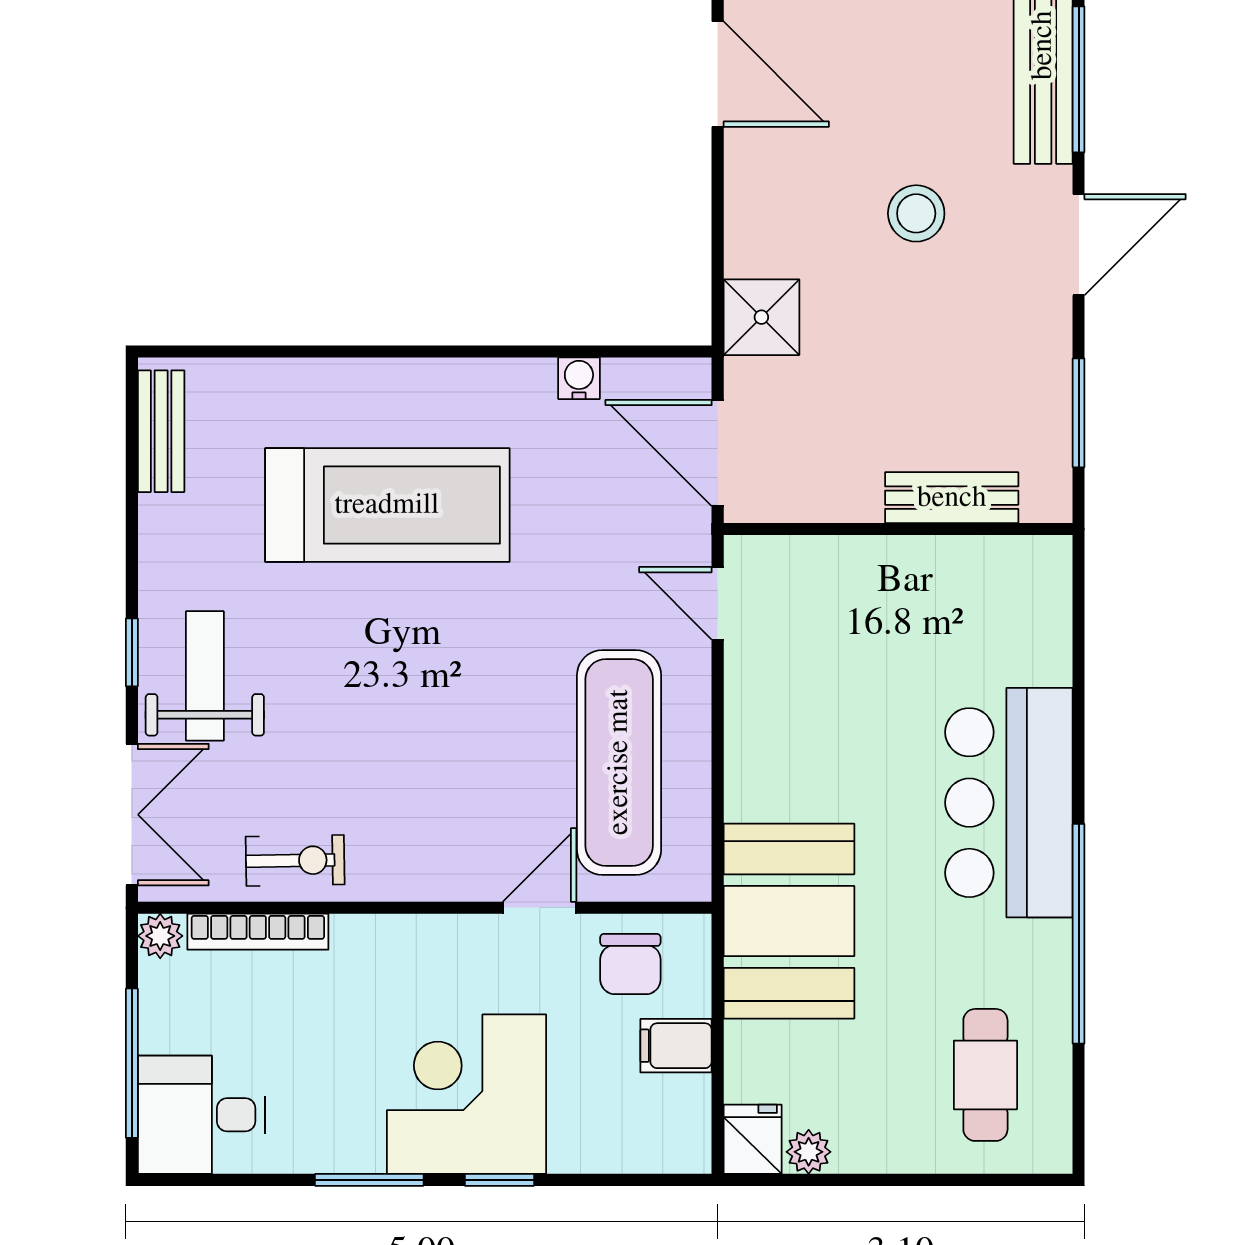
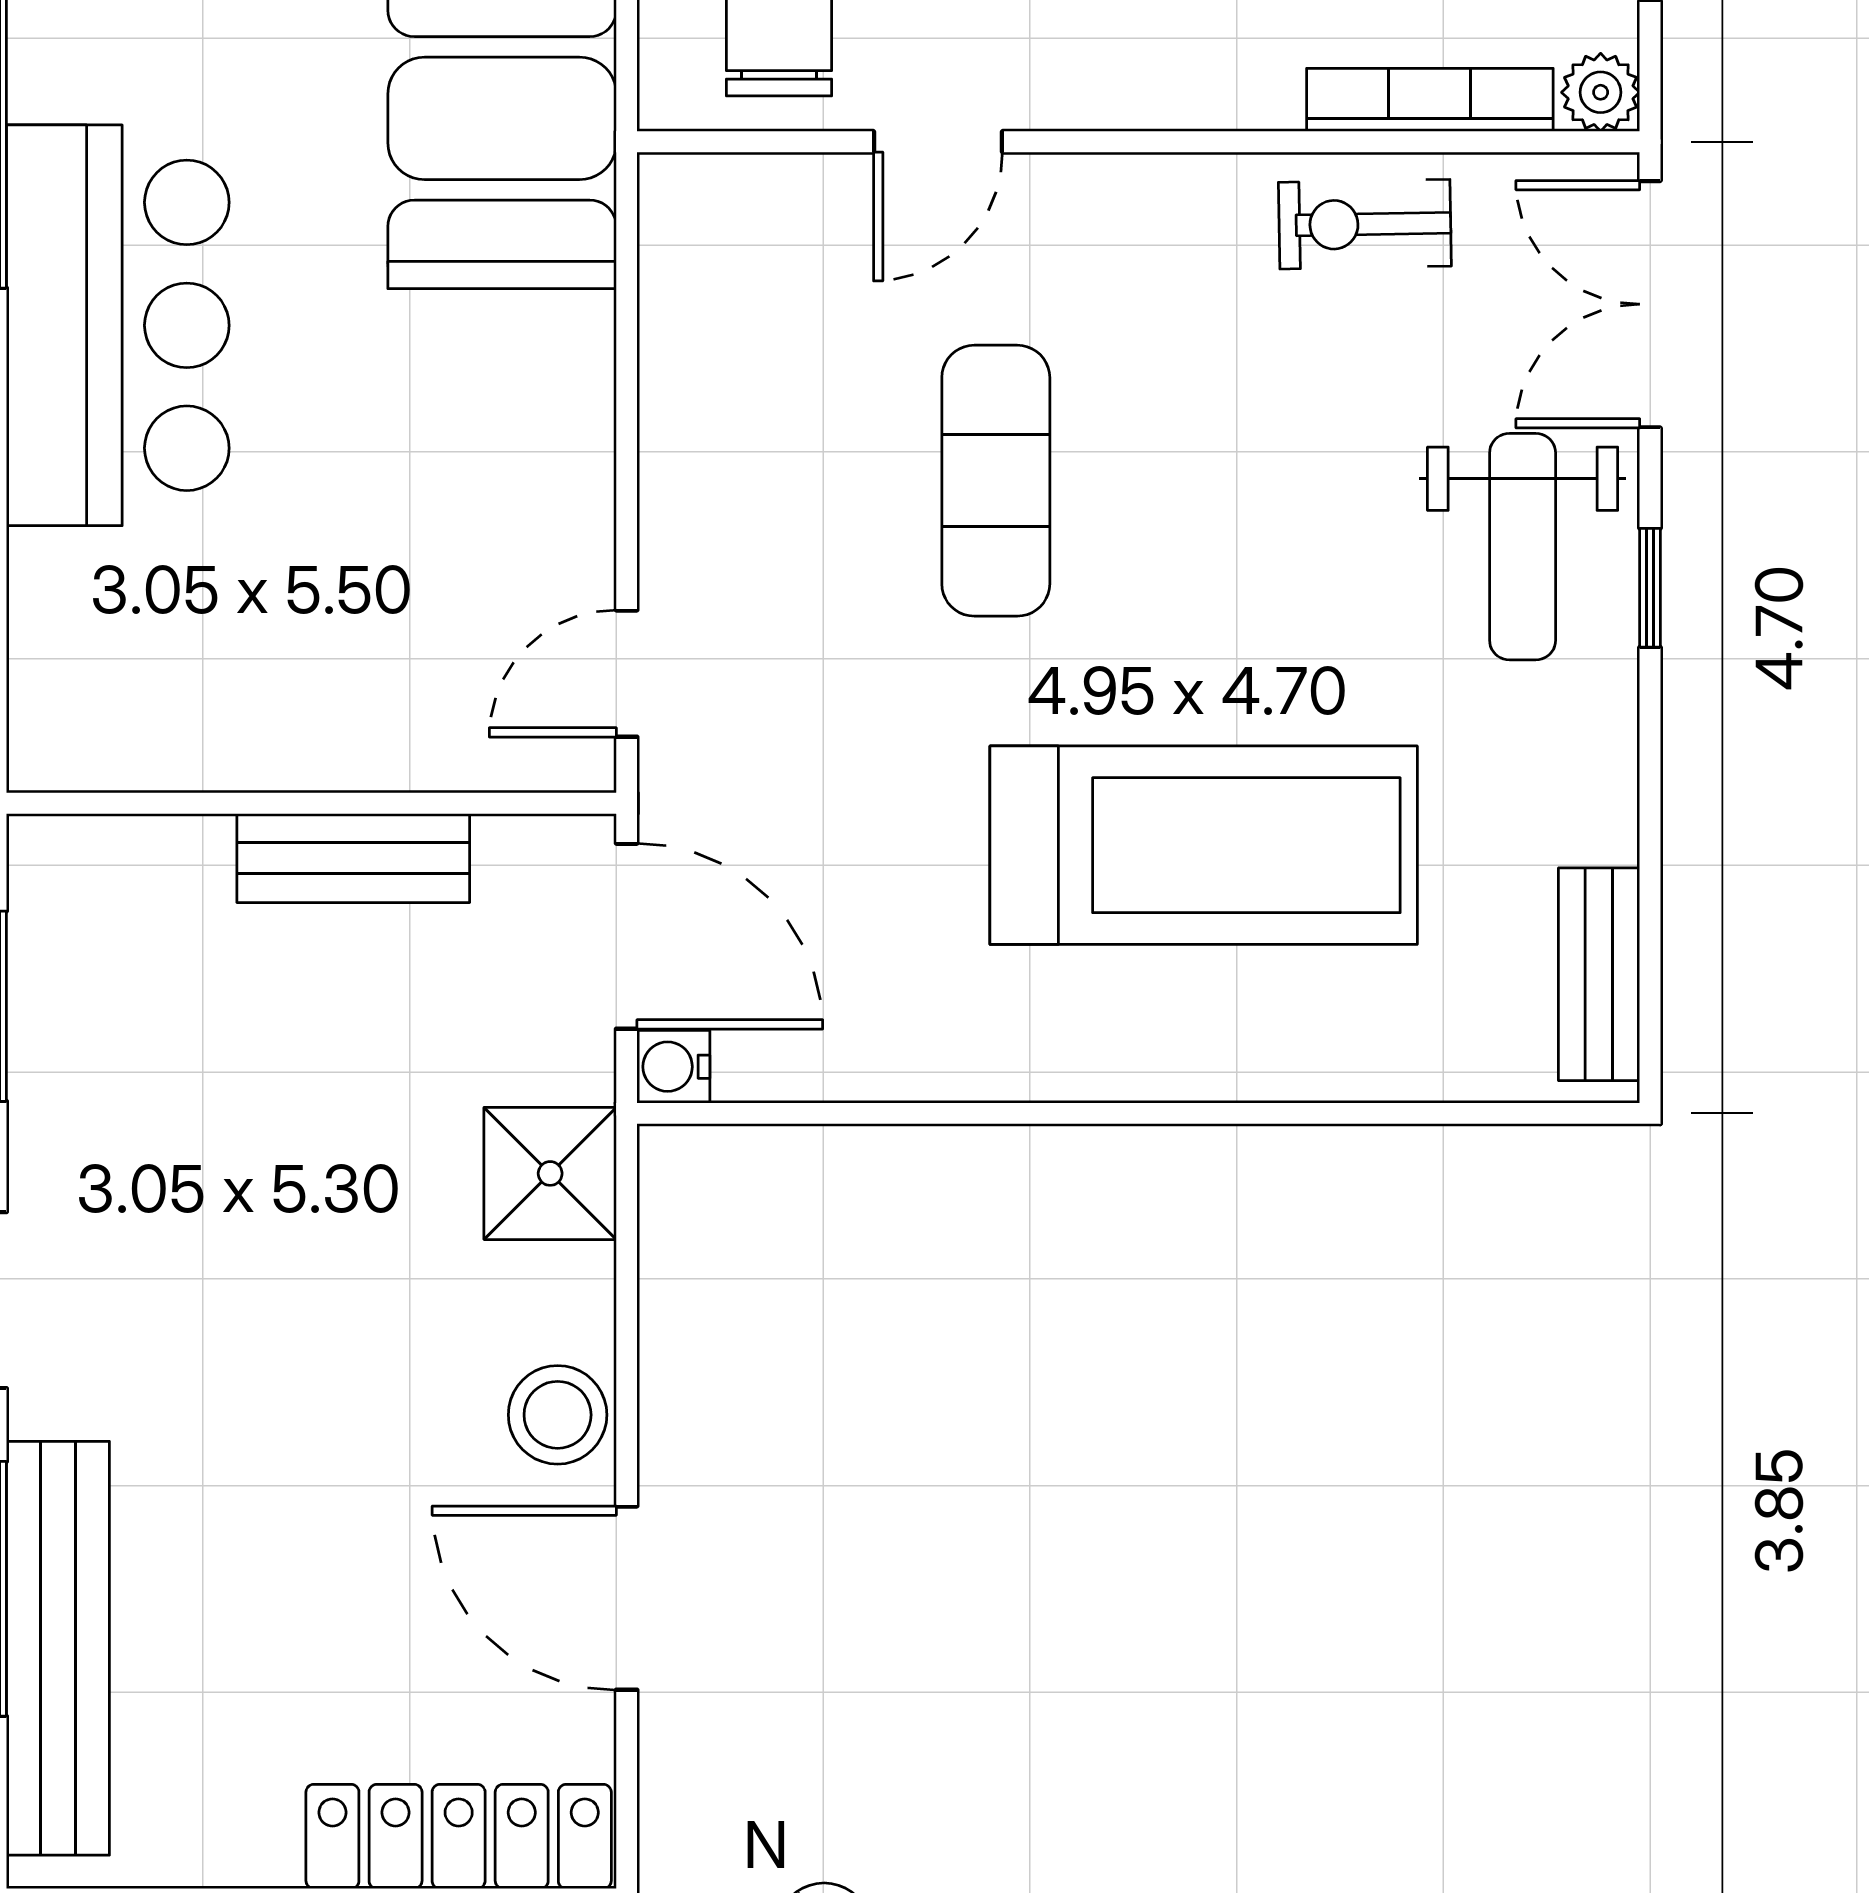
stool: (916, 213) -> (558, 1415), moved
water cooler: (579, 378) -> (673, 1067), moved, turned 90
bench: (952, 498) -> (353, 858), moved
treadmill: (387, 505) -> (1204, 845), turned 180
door: (718, 603) -> (627, 674), swing flipped
exercise mat: (619, 762) -> (996, 481), moved, width x0.73, depth x0.69

